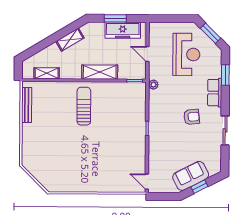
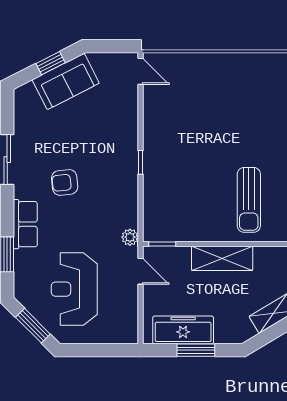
door: (147, 54) -> (141, 271), moved

